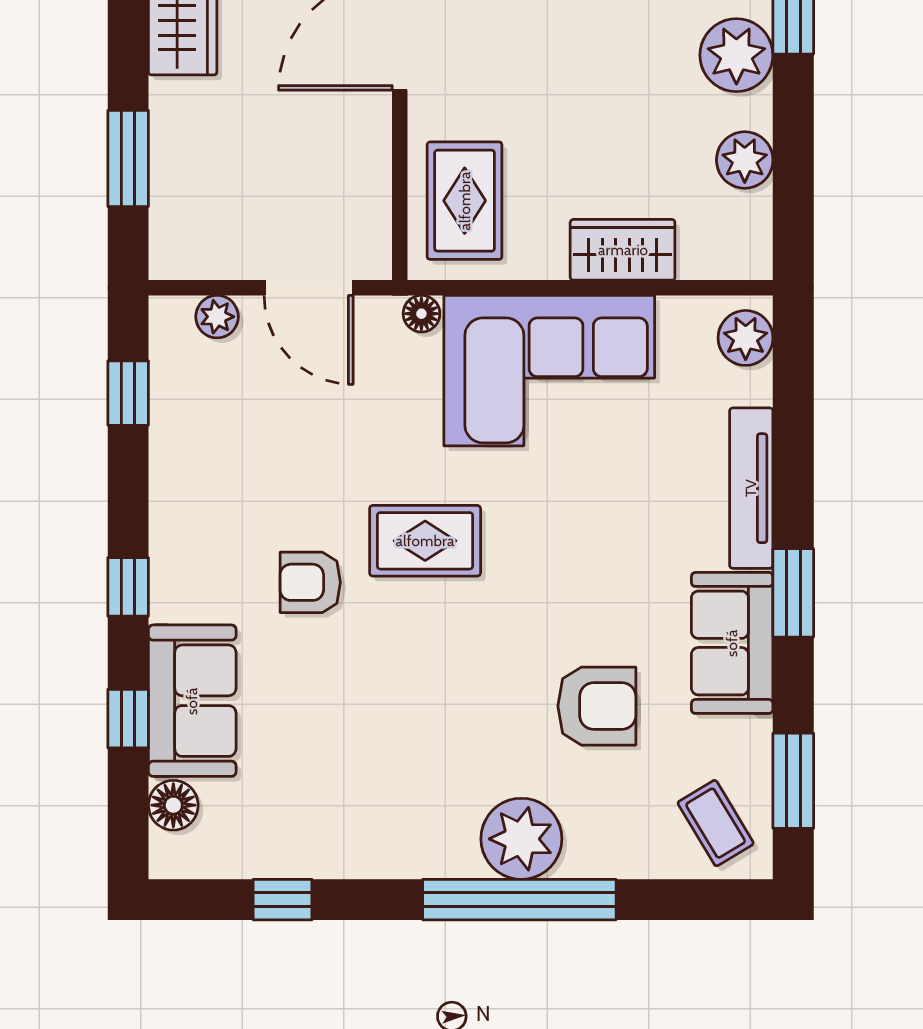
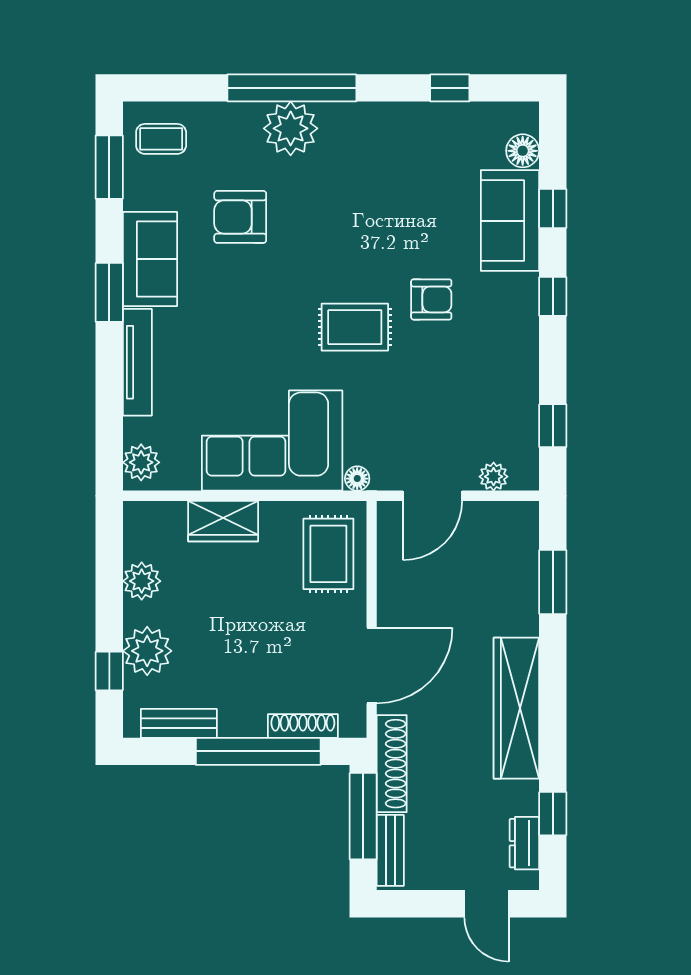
door: (309, 288) -> (432, 496), swing flipped
coffee table: (716, 823) -> (161, 139), turned -59

